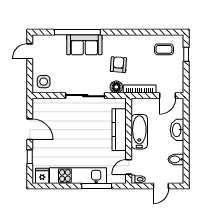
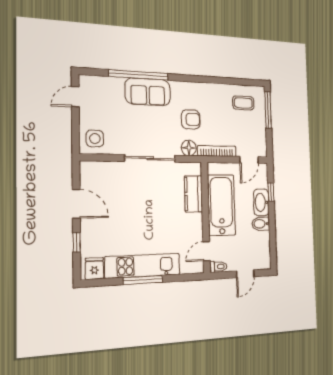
window: (186, 54) -> (268, 110), width x2.17
armchair: (118, 65) -> (191, 119), turned 86
window: (186, 121) -> (271, 192), added
kitchen counter: (119, 130) -> (193, 194), width x0.67
bathtub: (139, 132) -> (221, 205), width x1.36, depth x1.36
bidet: (176, 159) -> (261, 224), moved
window: (97, 186) -> (143, 280), moved

